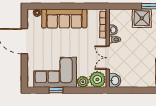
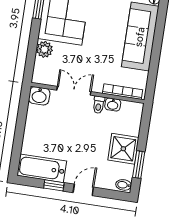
plant: (97, 79) -> (45, 71), removed

